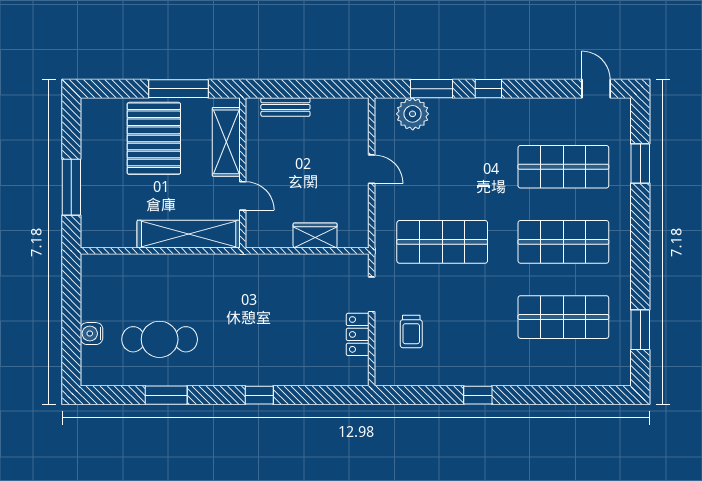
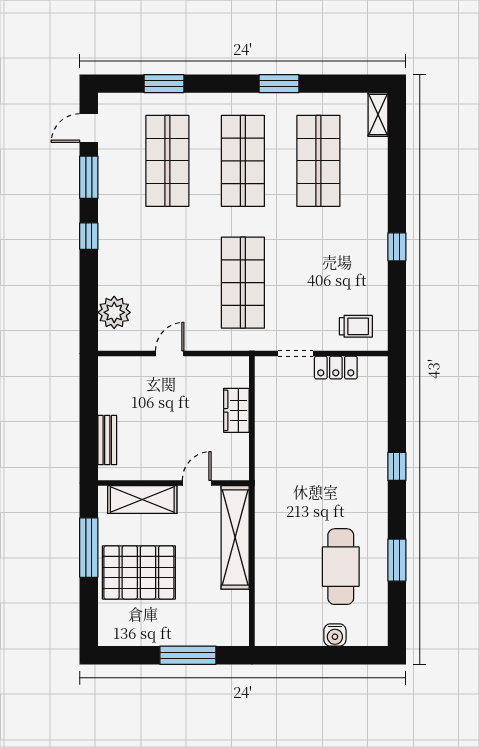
window: (431, 89) -> (89, 177), moved
window: (640, 330) -> (279, 84), moved
trolley: (411, 331) -> (356, 326), moved
shelving: (610, 376) -> (378, 114), added

